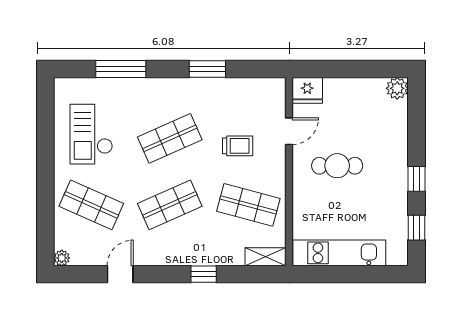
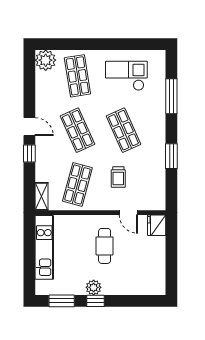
plant: (397, 88) -> (94, 287), moved
shop shelf: (91, 205) -> (77, 76), turned -33
window: (416, 228) -> (62, 301), width x1.50
plant: (62, 258) -> (46, 60), width x1.88, depth x1.88
door: (120, 274) -> (29, 127), moved

